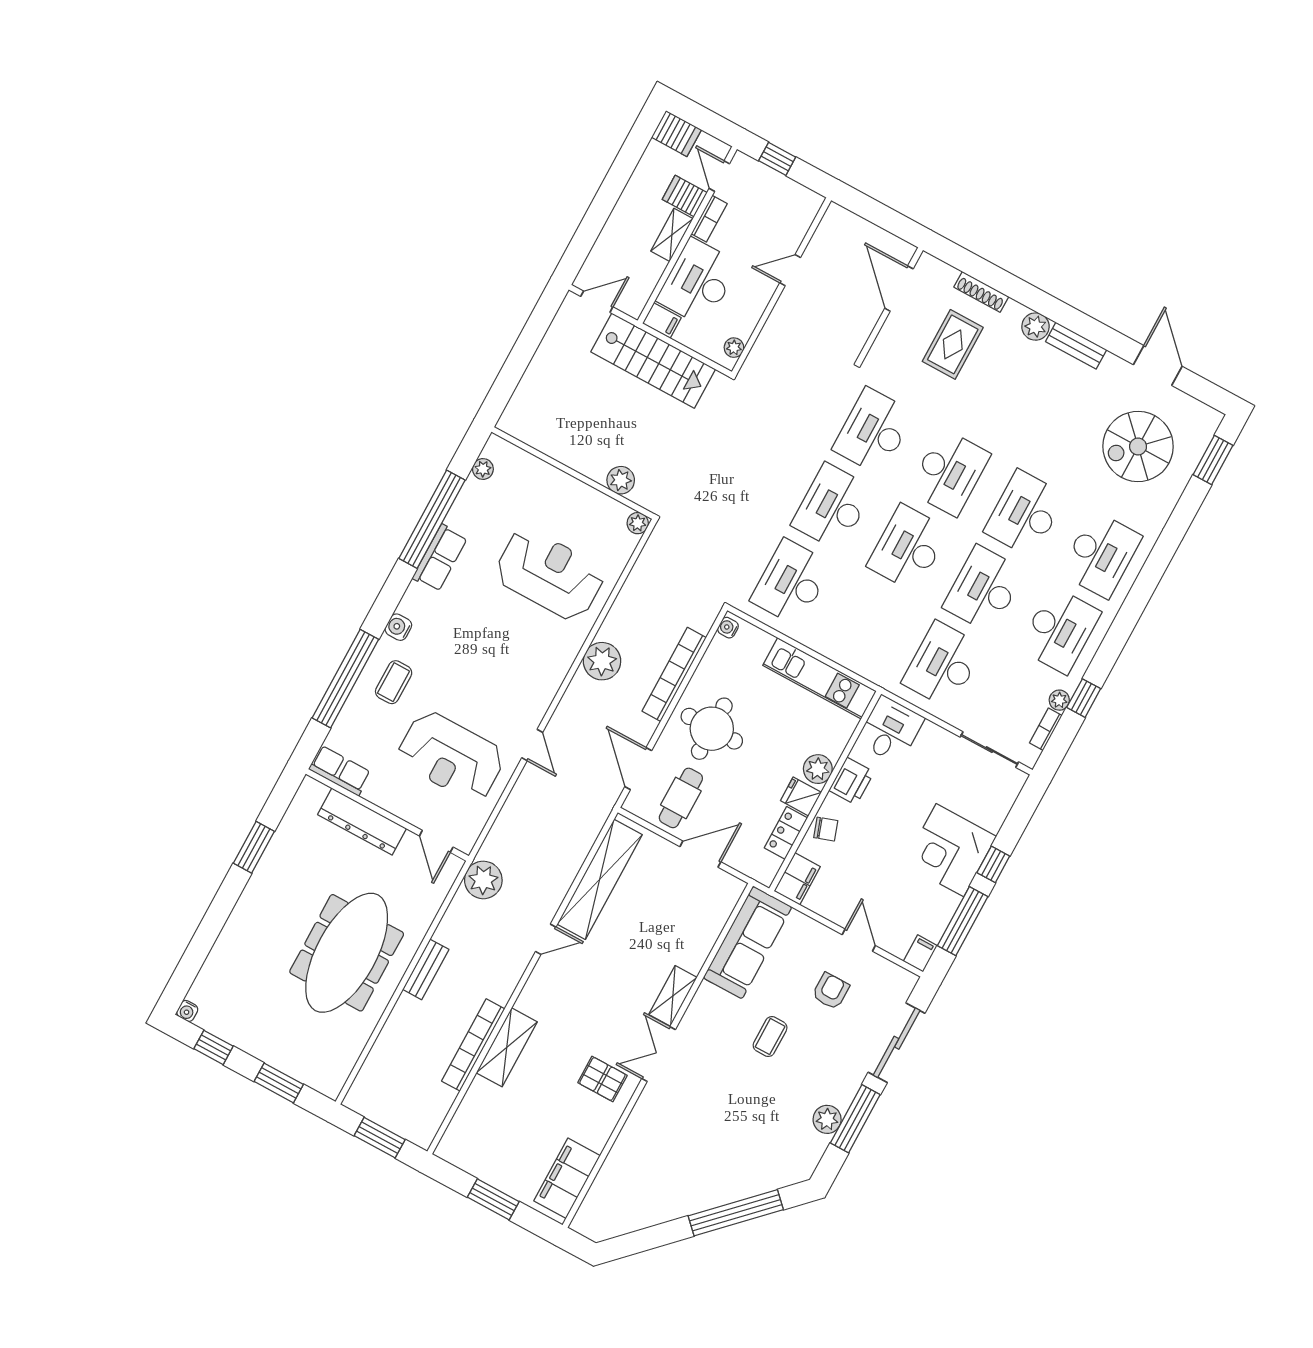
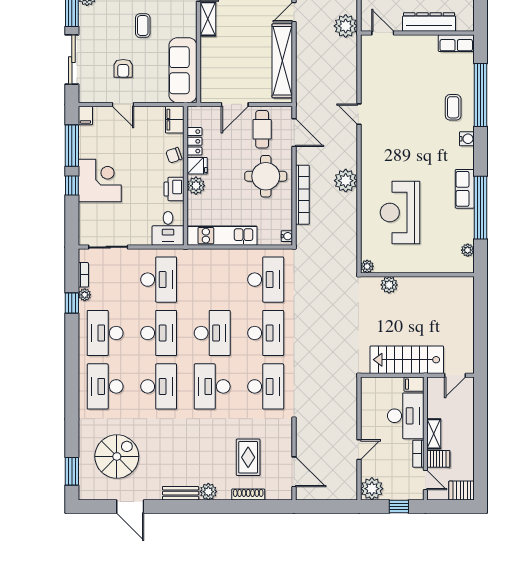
plant: (734, 348) -> (372, 489), moved, width x1.88, depth x1.88
reception desk: (550, 574) -> (400, 212), turned 90
reception desk: (451, 756) -> (400, 84), removed

